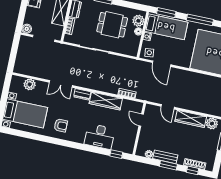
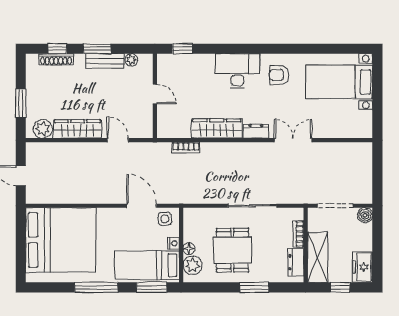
dining table: (112, 25) -> (232, 250), turned 90
plant: (30, 84) -> (342, 129), removed
door: (141, 120) -> (155, 94), moved
desk: (100, 136) -> (237, 71), moved

